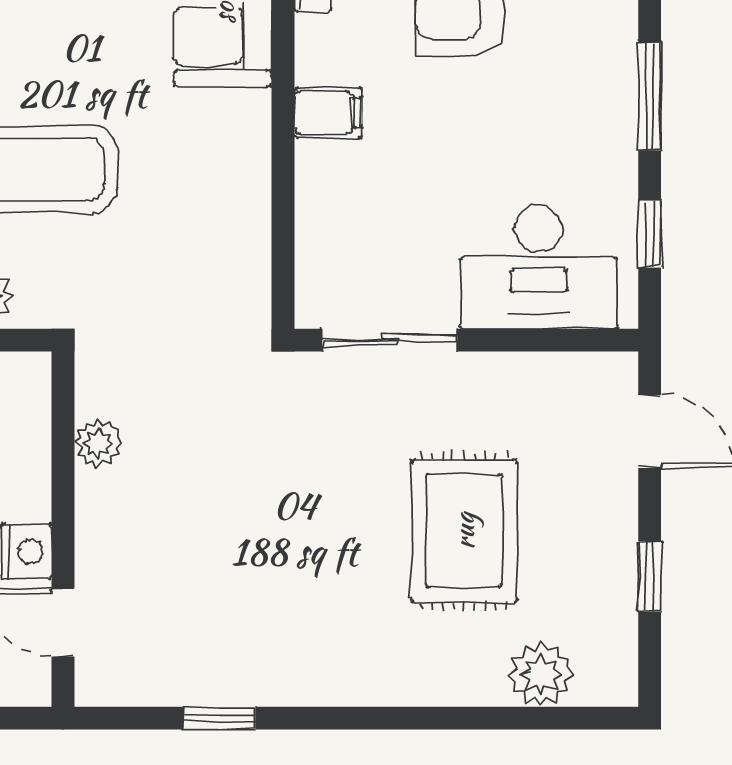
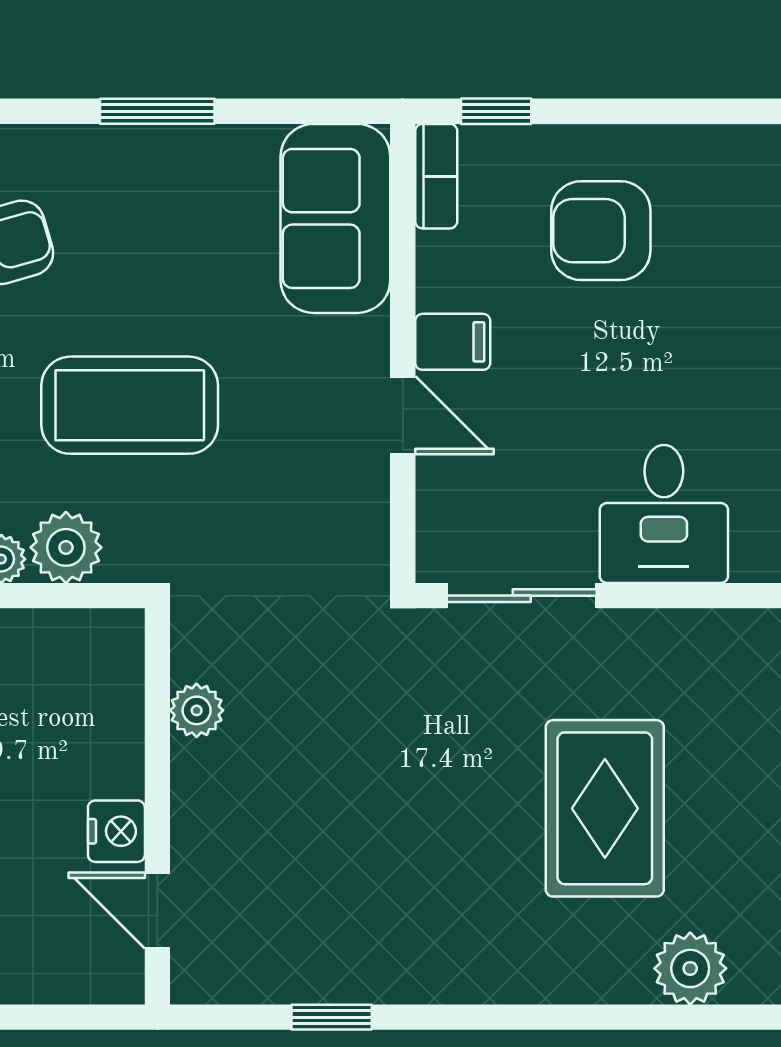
door: (283, 178) -> (403, 415), added
desk: (539, 267) -> (664, 514), width x0.73

